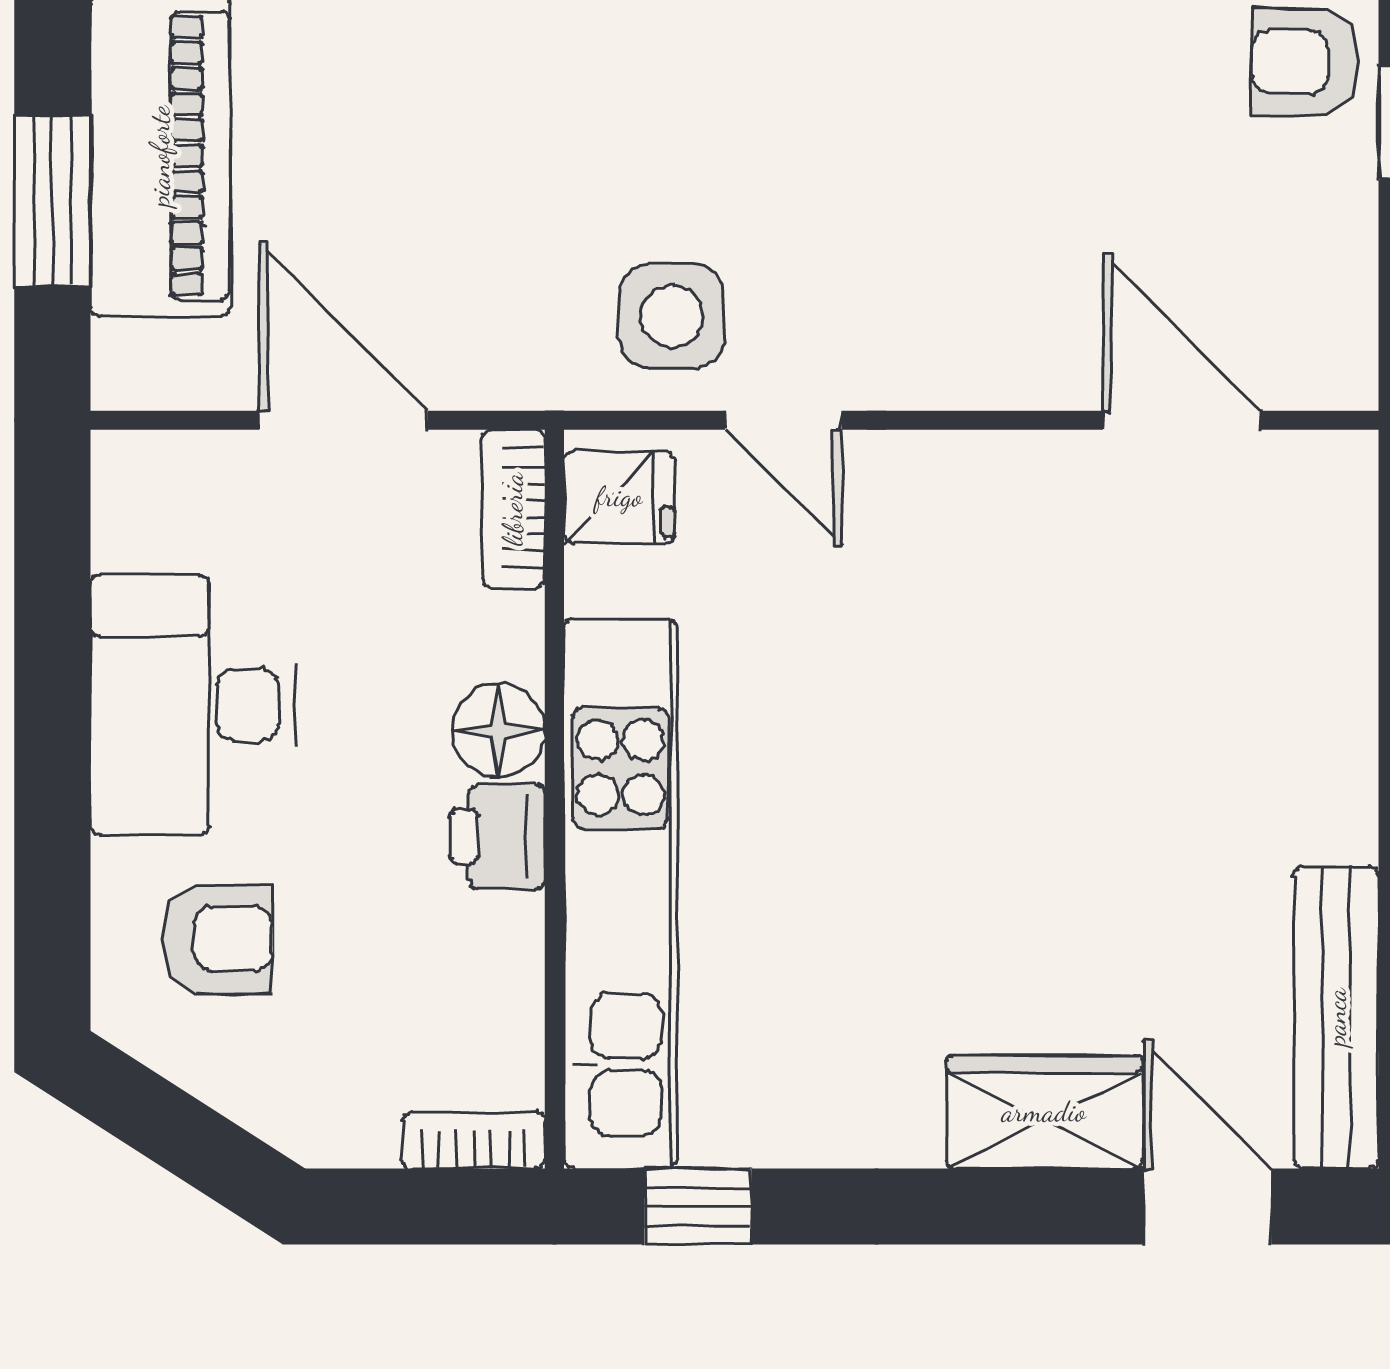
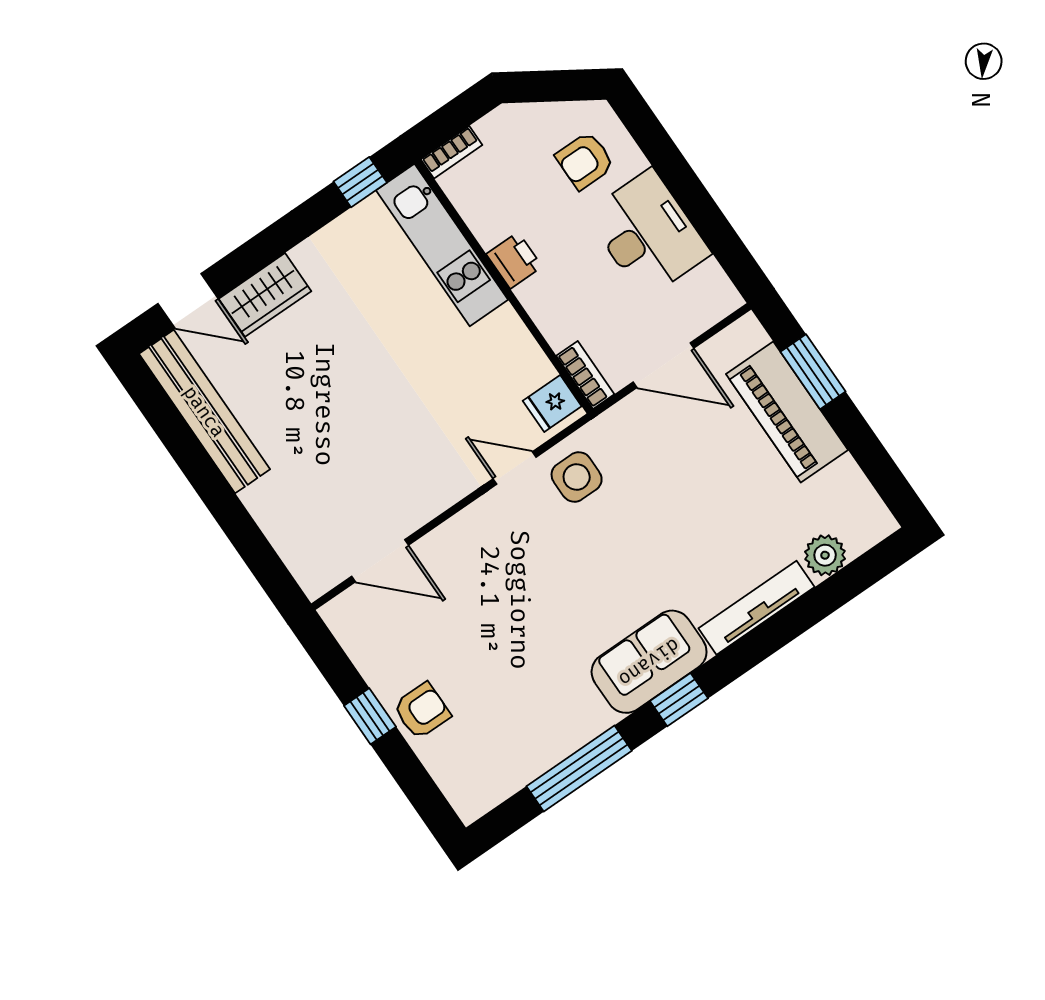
floor lamp: (498, 730) -> (539, 297), removed
kitchen unit: (621, 894) -> (442, 245), width x0.73
bench: (1336, 1017) -> (204, 412), width x1.37, depth x1.21

